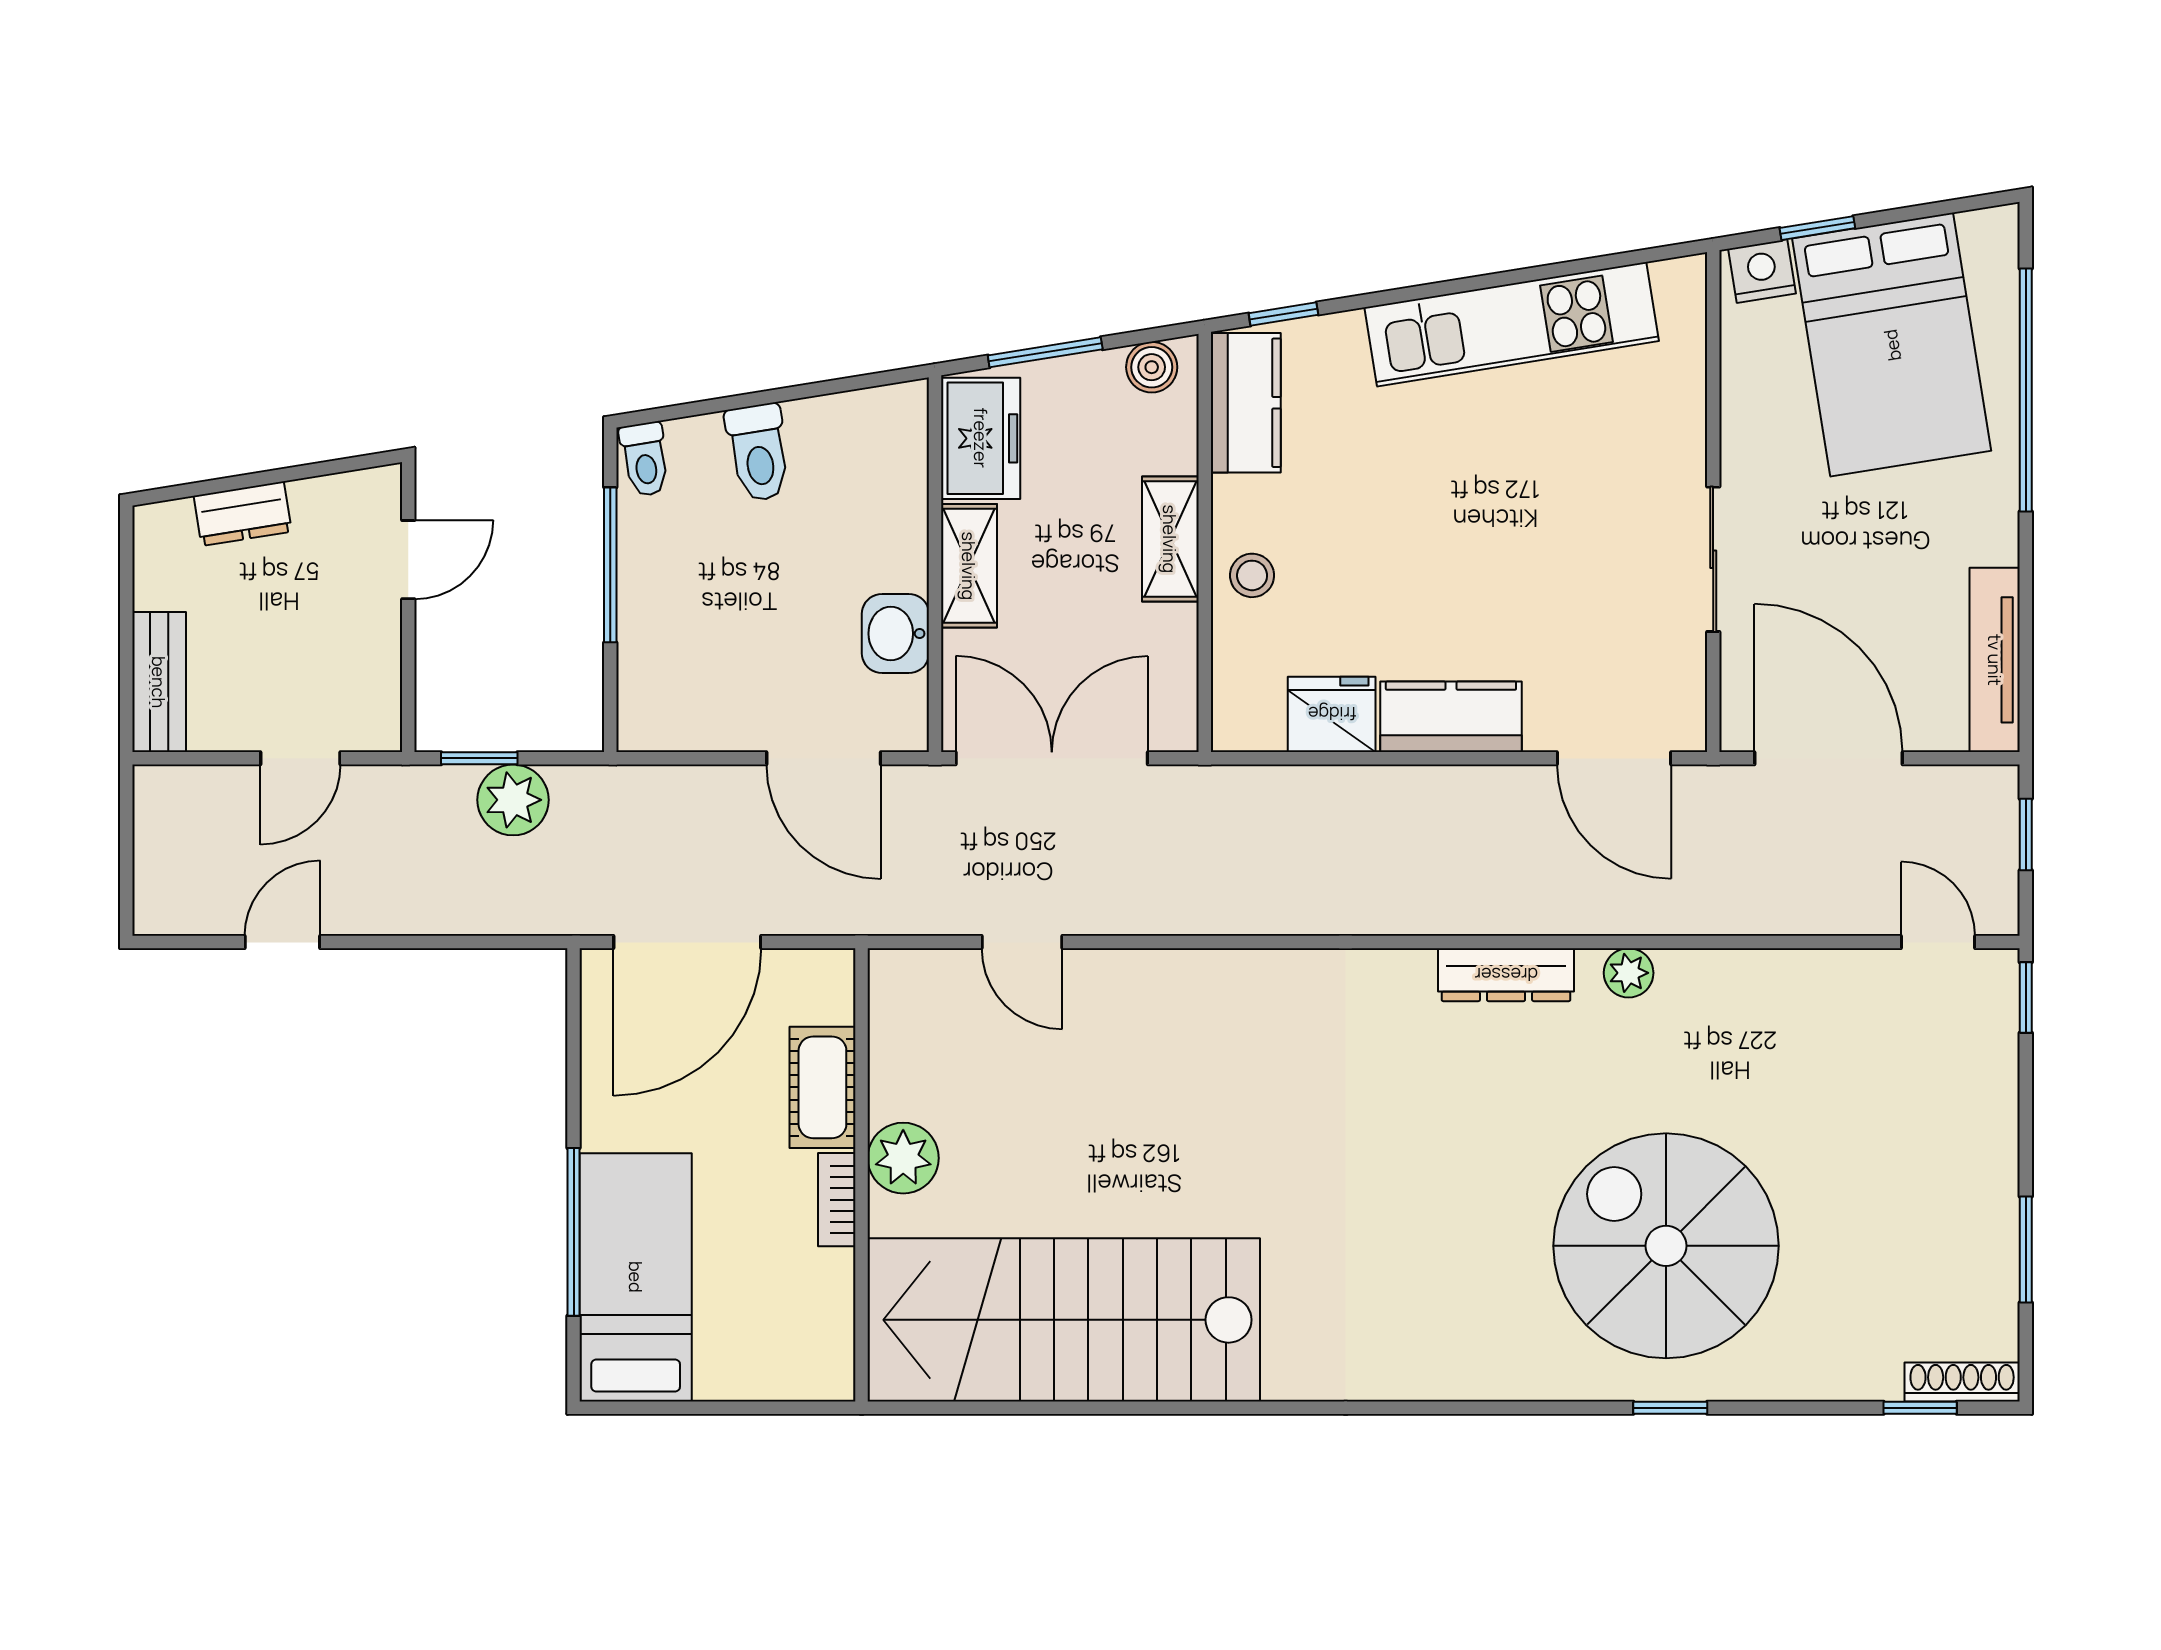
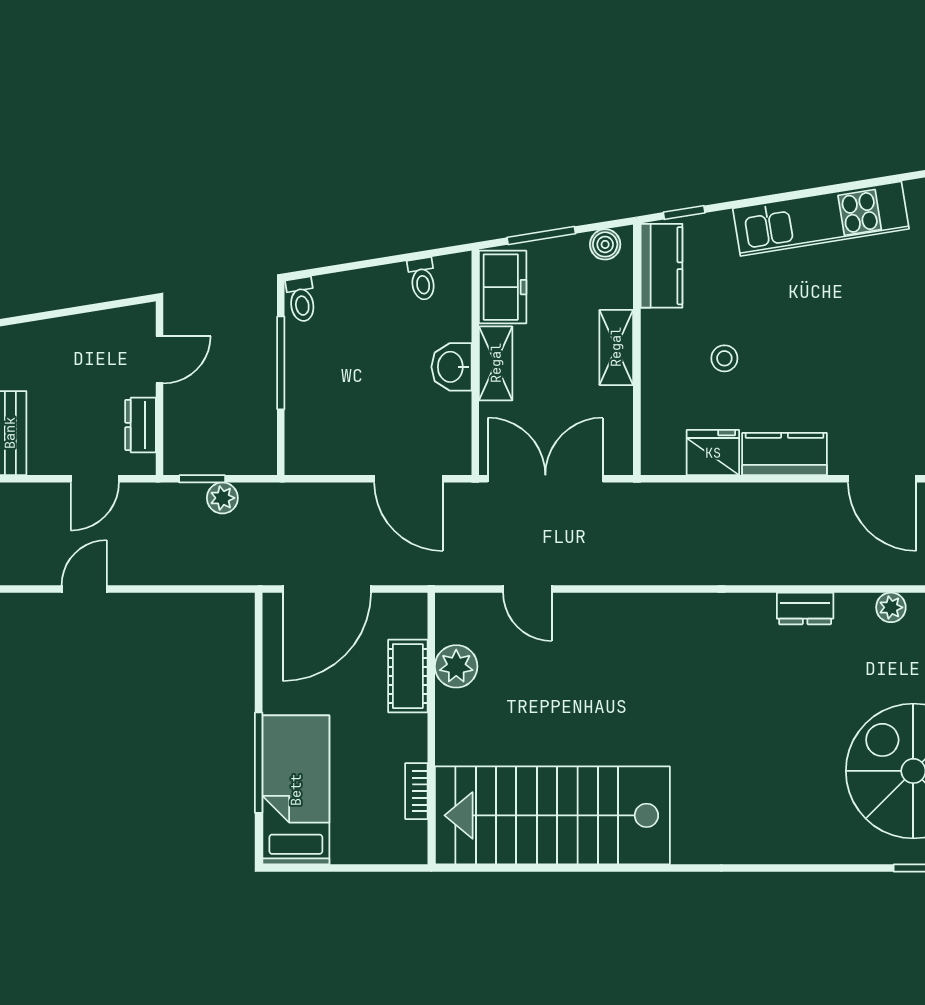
toilet: (758, 452) -> (422, 279), moved, width x0.73, depth x0.72
dresser: (243, 514) -> (140, 425), moved, turned 99
stool: (1252, 575) -> (724, 358), moved
washbasin: (895, 634) -> (452, 367), moved
plant: (513, 800) -> (222, 498), width x0.73, depth x0.73
dresser: (1506, 975) -> (805, 609), width x0.70
plant: (903, 1158) -> (456, 666), moved
bookcase: (837, 1200) -> (416, 791), moved

